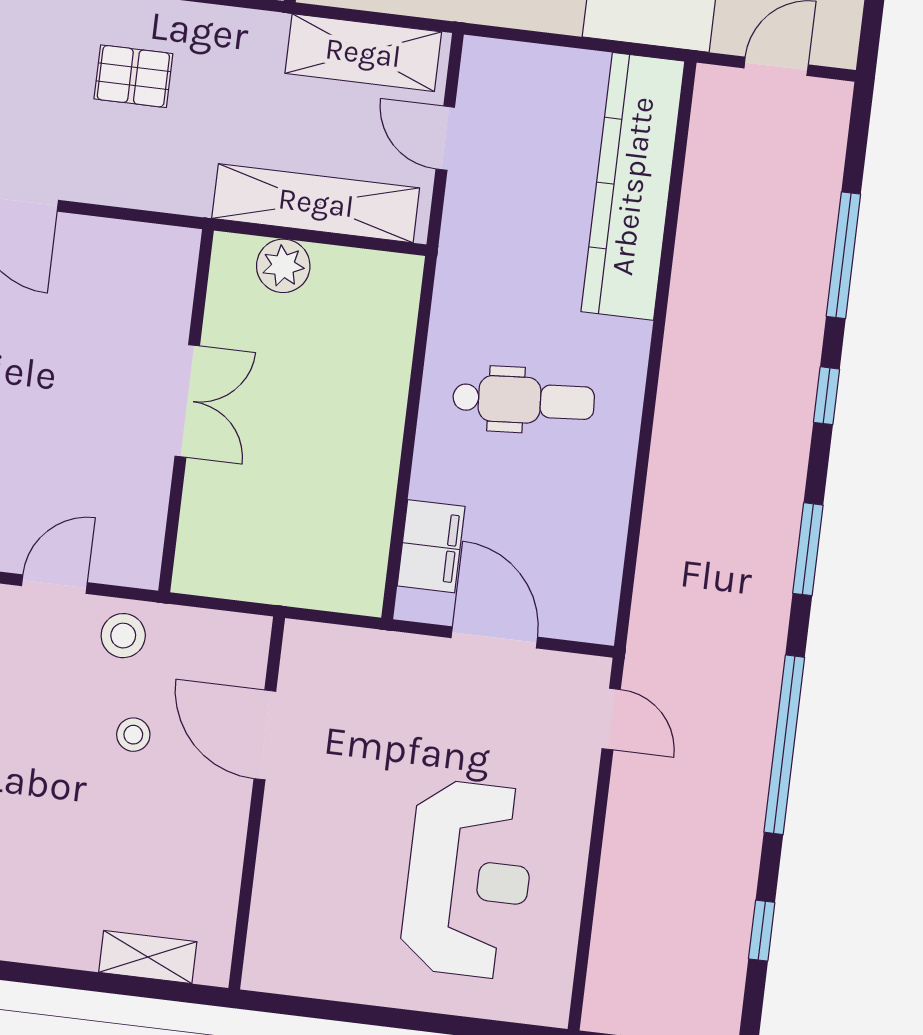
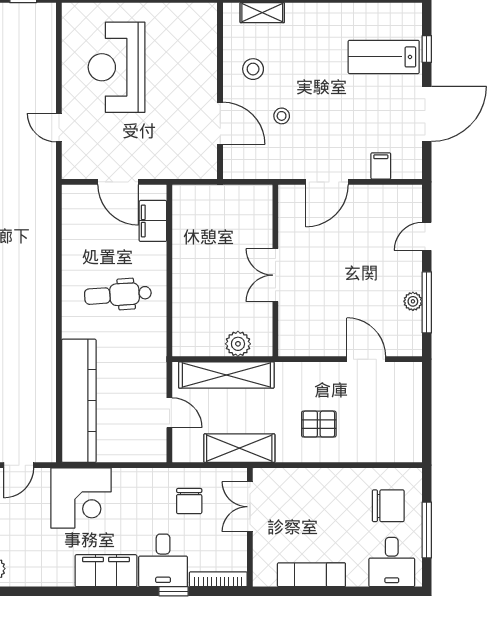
shelving: (363, 53) -> (239, 448), moved
door: (54, 584) -> (327, 182), width x1.37
stool: (123, 636) -> (253, 69), moved
door: (611, 719) -> (59, 128), moved

